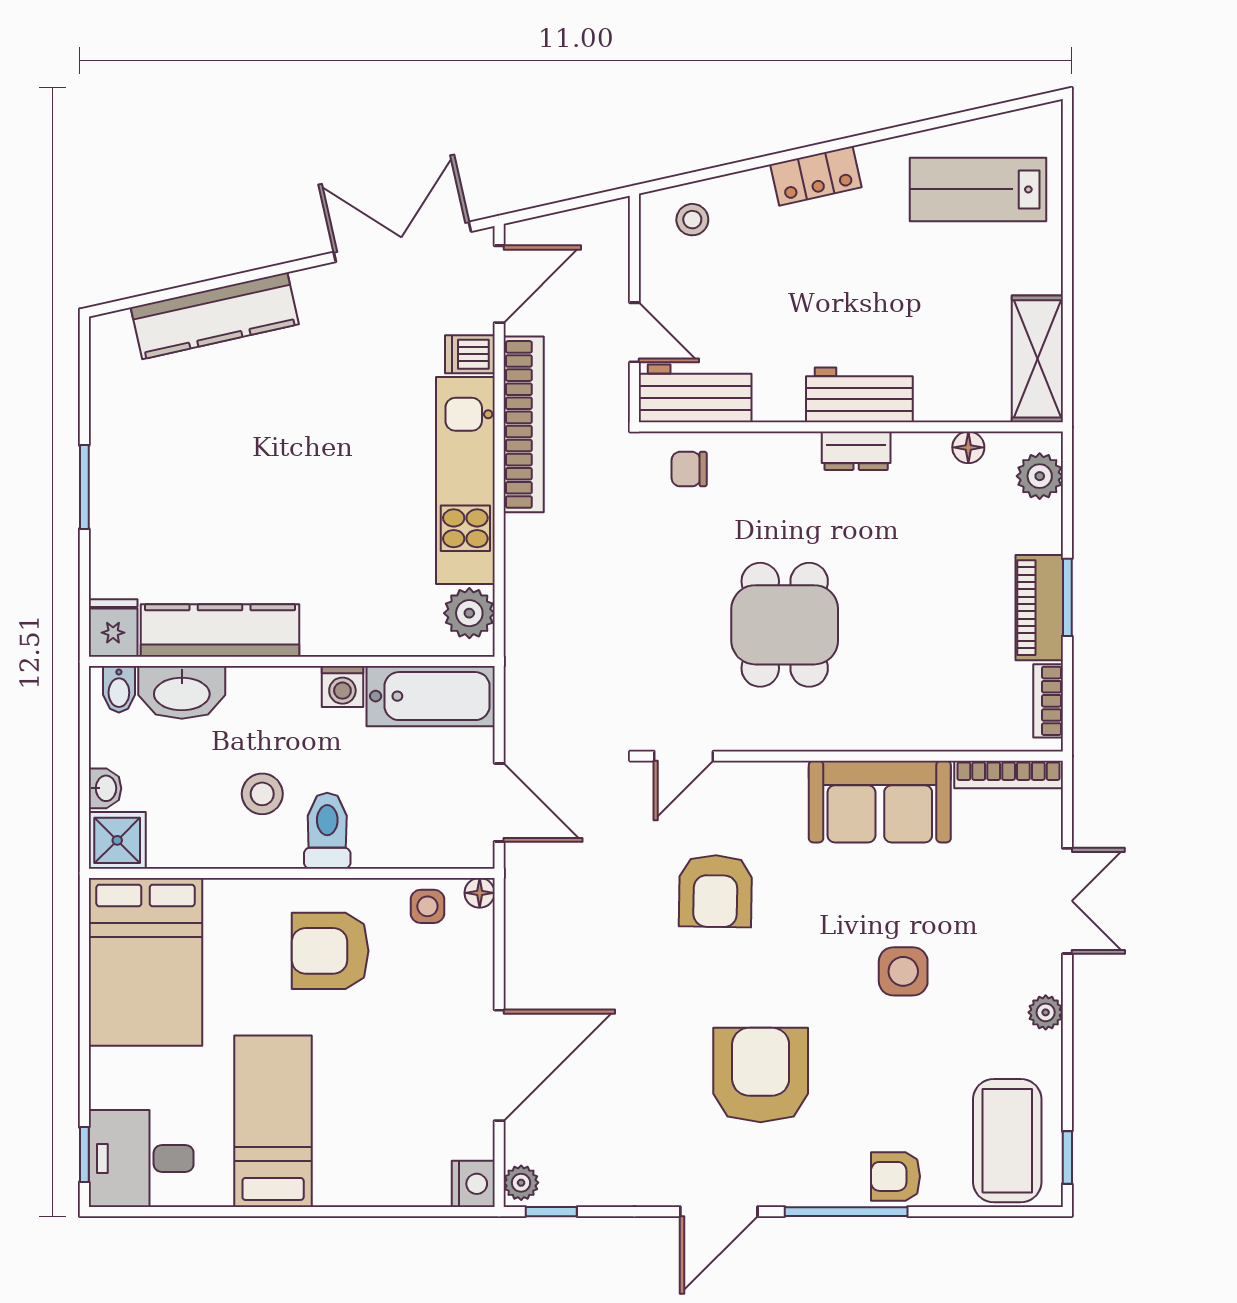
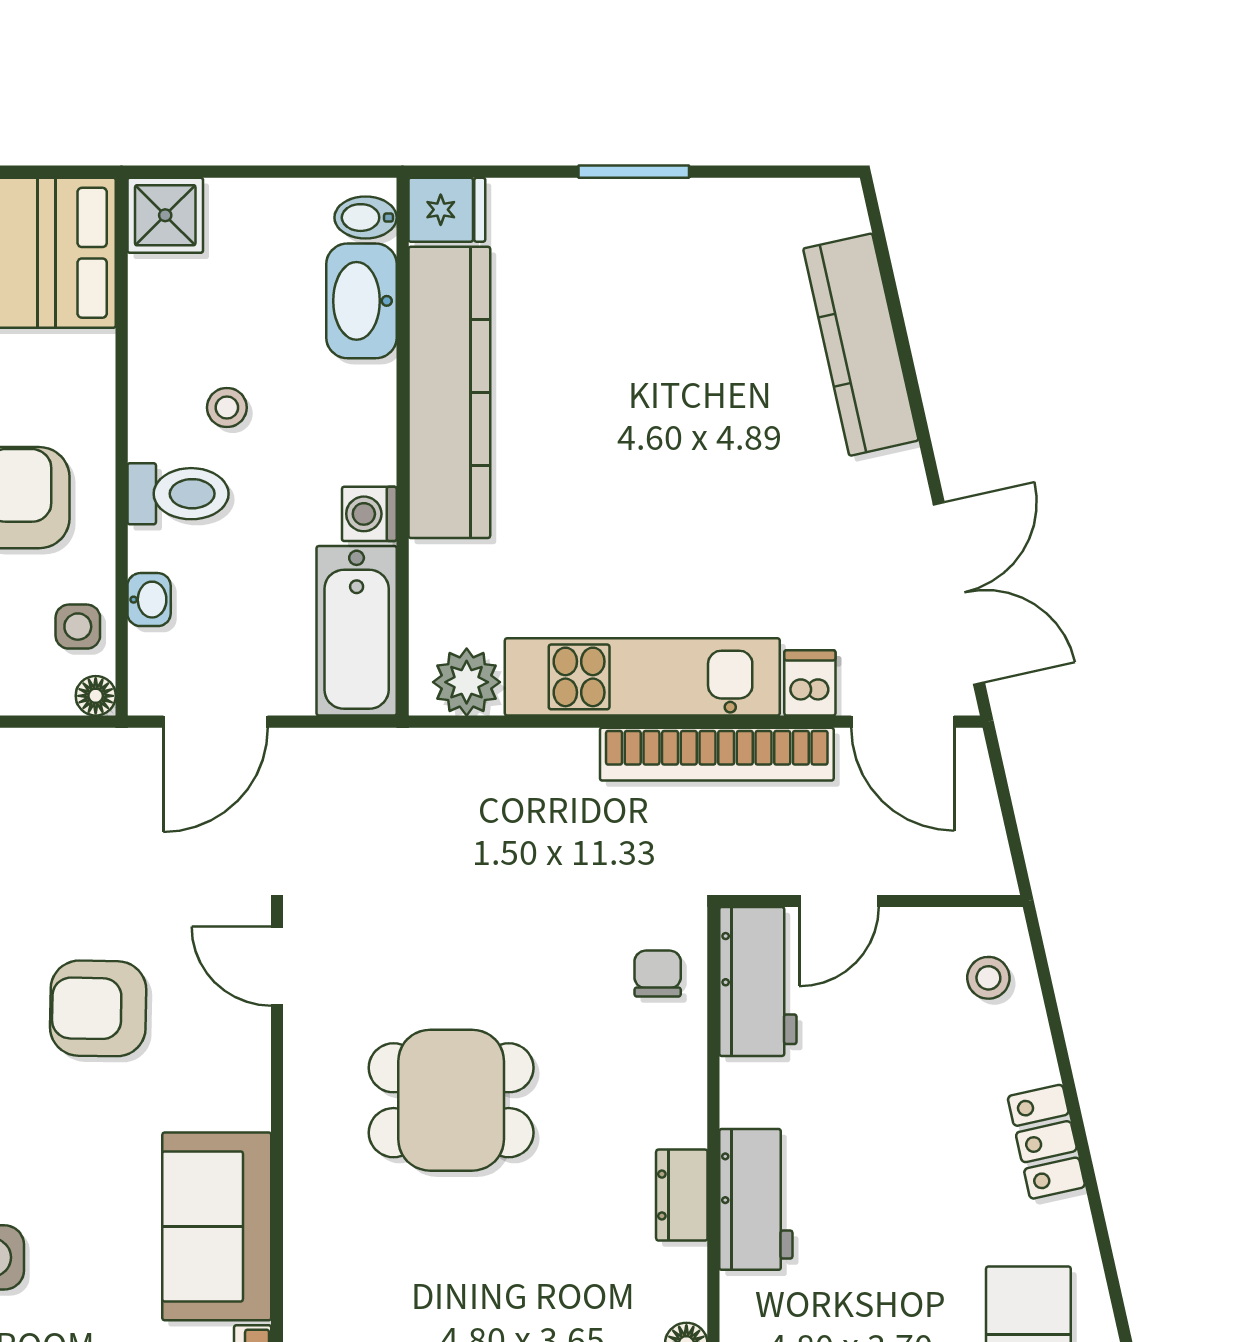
kitchen counter: (220, 631) -> (449, 392), width x1.39, depth x1.17
washbasin: (105, 788) -> (149, 600), moved, turned -90
stool: (262, 794) -> (227, 408), width x0.73, depth x0.73

